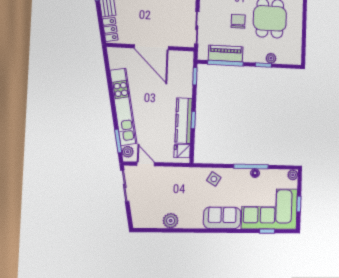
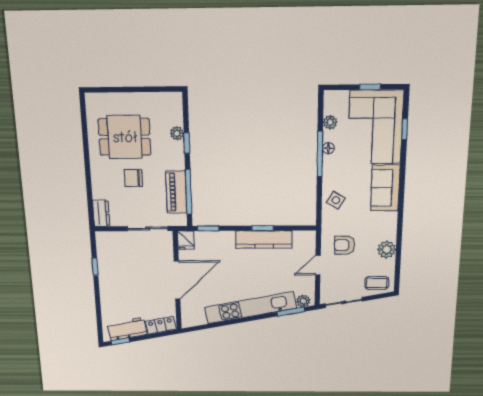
fridge: (182, 151) -> (186, 240), moved
door: (146, 164) -> (318, 265), moved
plant: (293, 175) -> (330, 122), moved
armchair: (176, 186) -> (344, 245), added
coffee table: (141, 213) -> (377, 283), added

